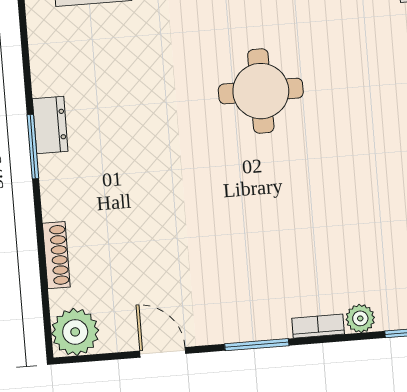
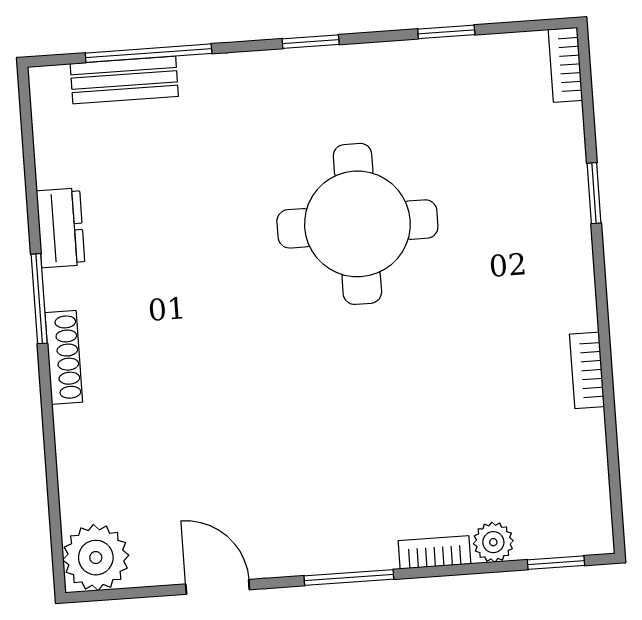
round table: (261, 91) -> (357, 224), width x1.36, depth x1.36
dresser: (50, 125) -> (61, 228), moved
shoe rack: (56, 255) -> (64, 357), moved

